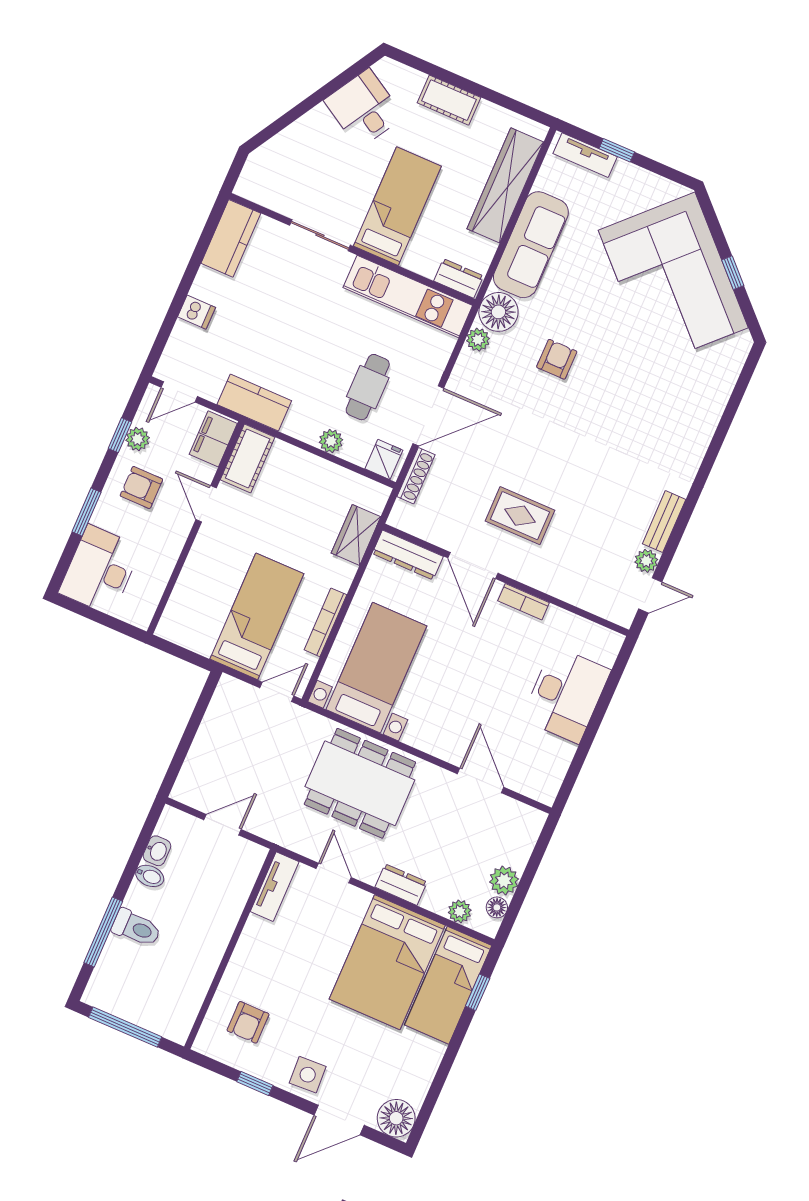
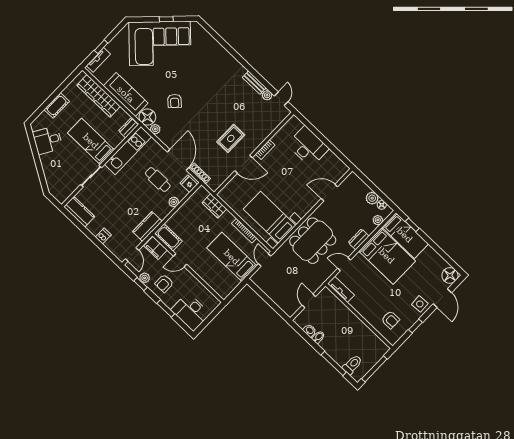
armchair: (557, 359) -> (175, 101), turned -136
dresser: (408, 555) -> (230, 188), removed
toilet: (136, 928) -> (352, 365), moved

